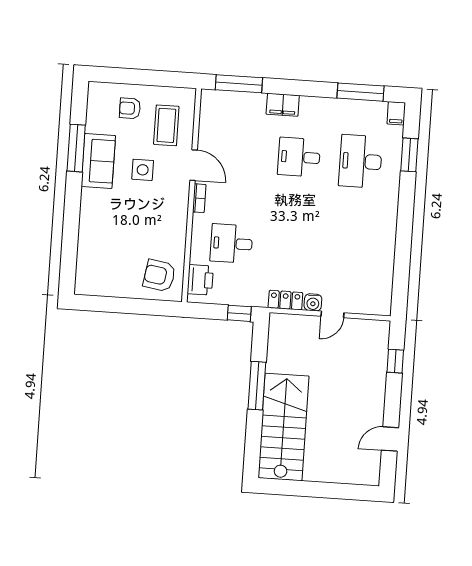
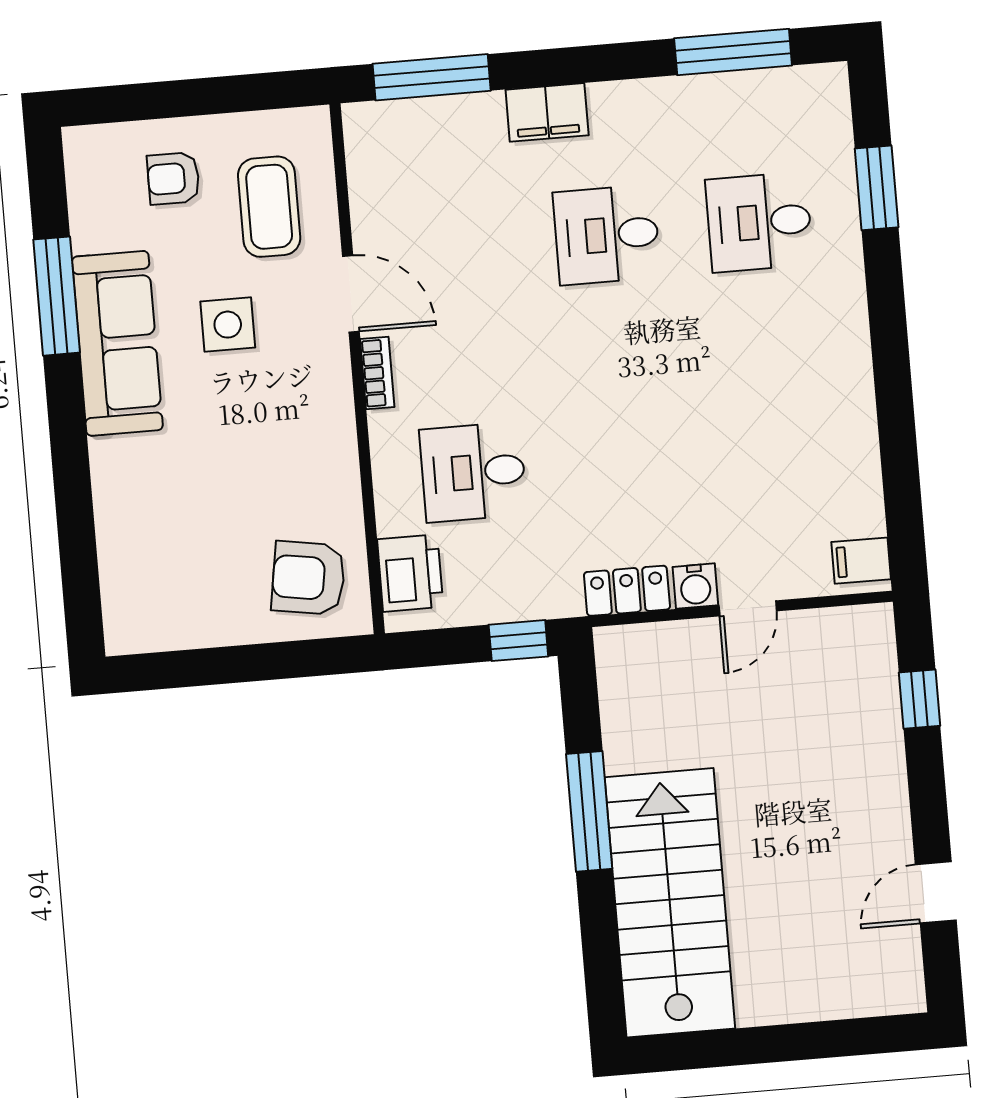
filing cabinet: (396, 113) -> (861, 561), moved, turned 90
sofa: (98, 161) -> (117, 343), width x1.36
desk: (361, 161) -> (759, 222), width x0.73

